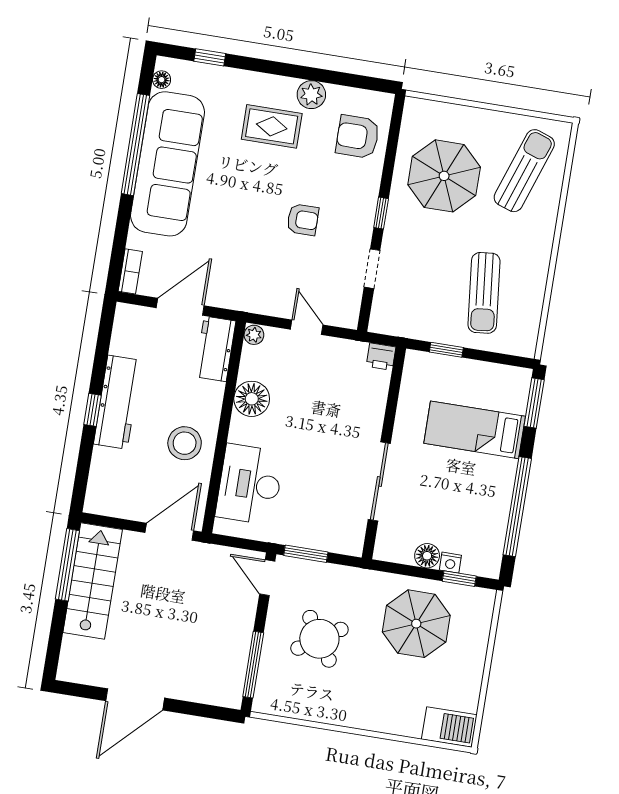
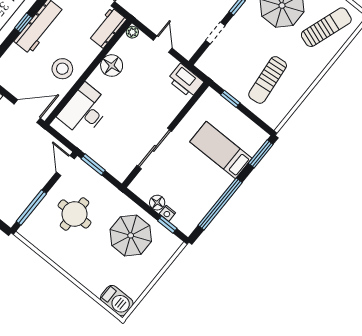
printer: (381, 357) -> (186, 81), width x1.87, depth x1.48
round table: (319, 639) -> (75, 214), turned 33

